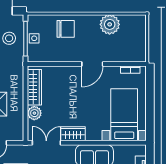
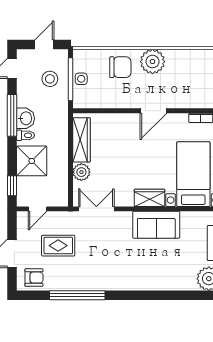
plant: (110, 24) -> (152, 62), moved
wardrobe: (73, 134) -> (149, 198), moved

